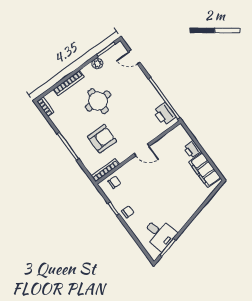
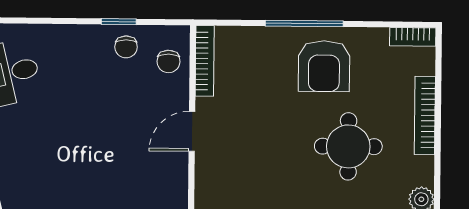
armchair: (102, 139) -> (324, 66), moved
door: (142, 150) -> (192, 131), moved
chair: (128, 212) -> (126, 47), moved

